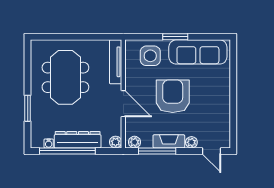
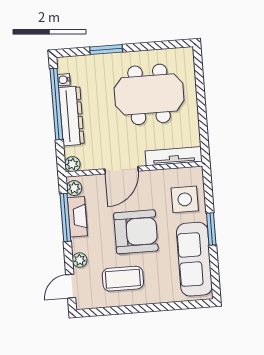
coffee table: (209, 109) -> (123, 279), added
fireplace: (169, 141) -> (77, 217), moved

